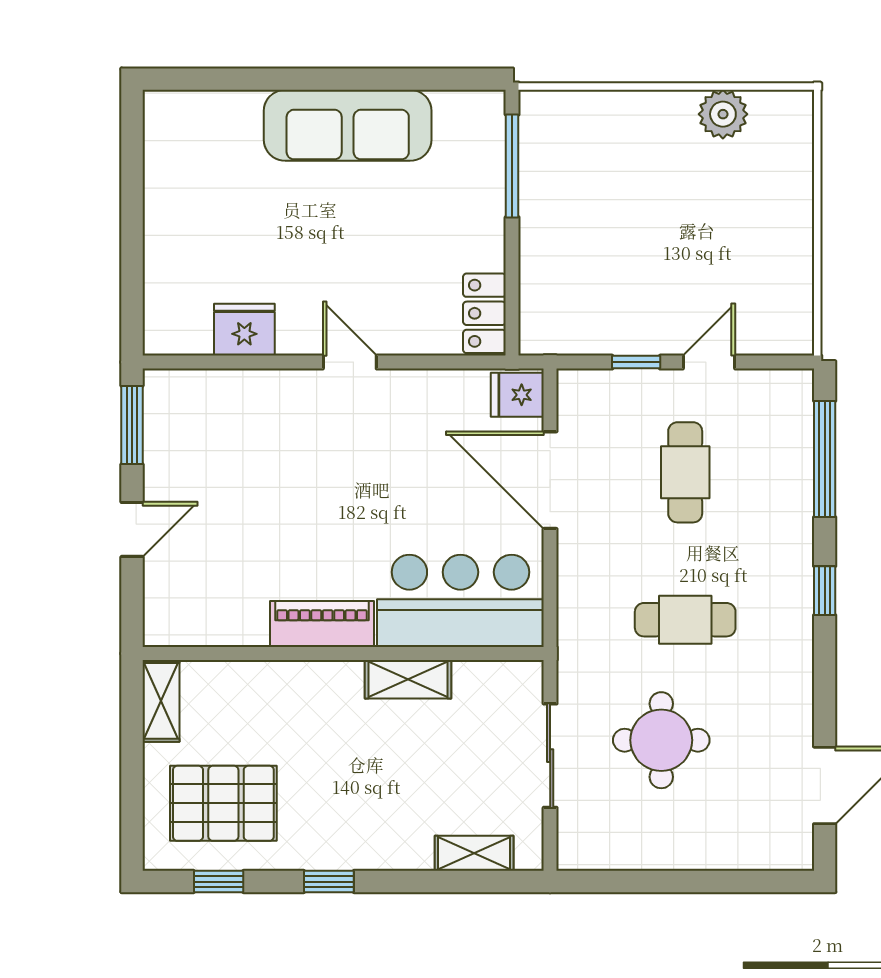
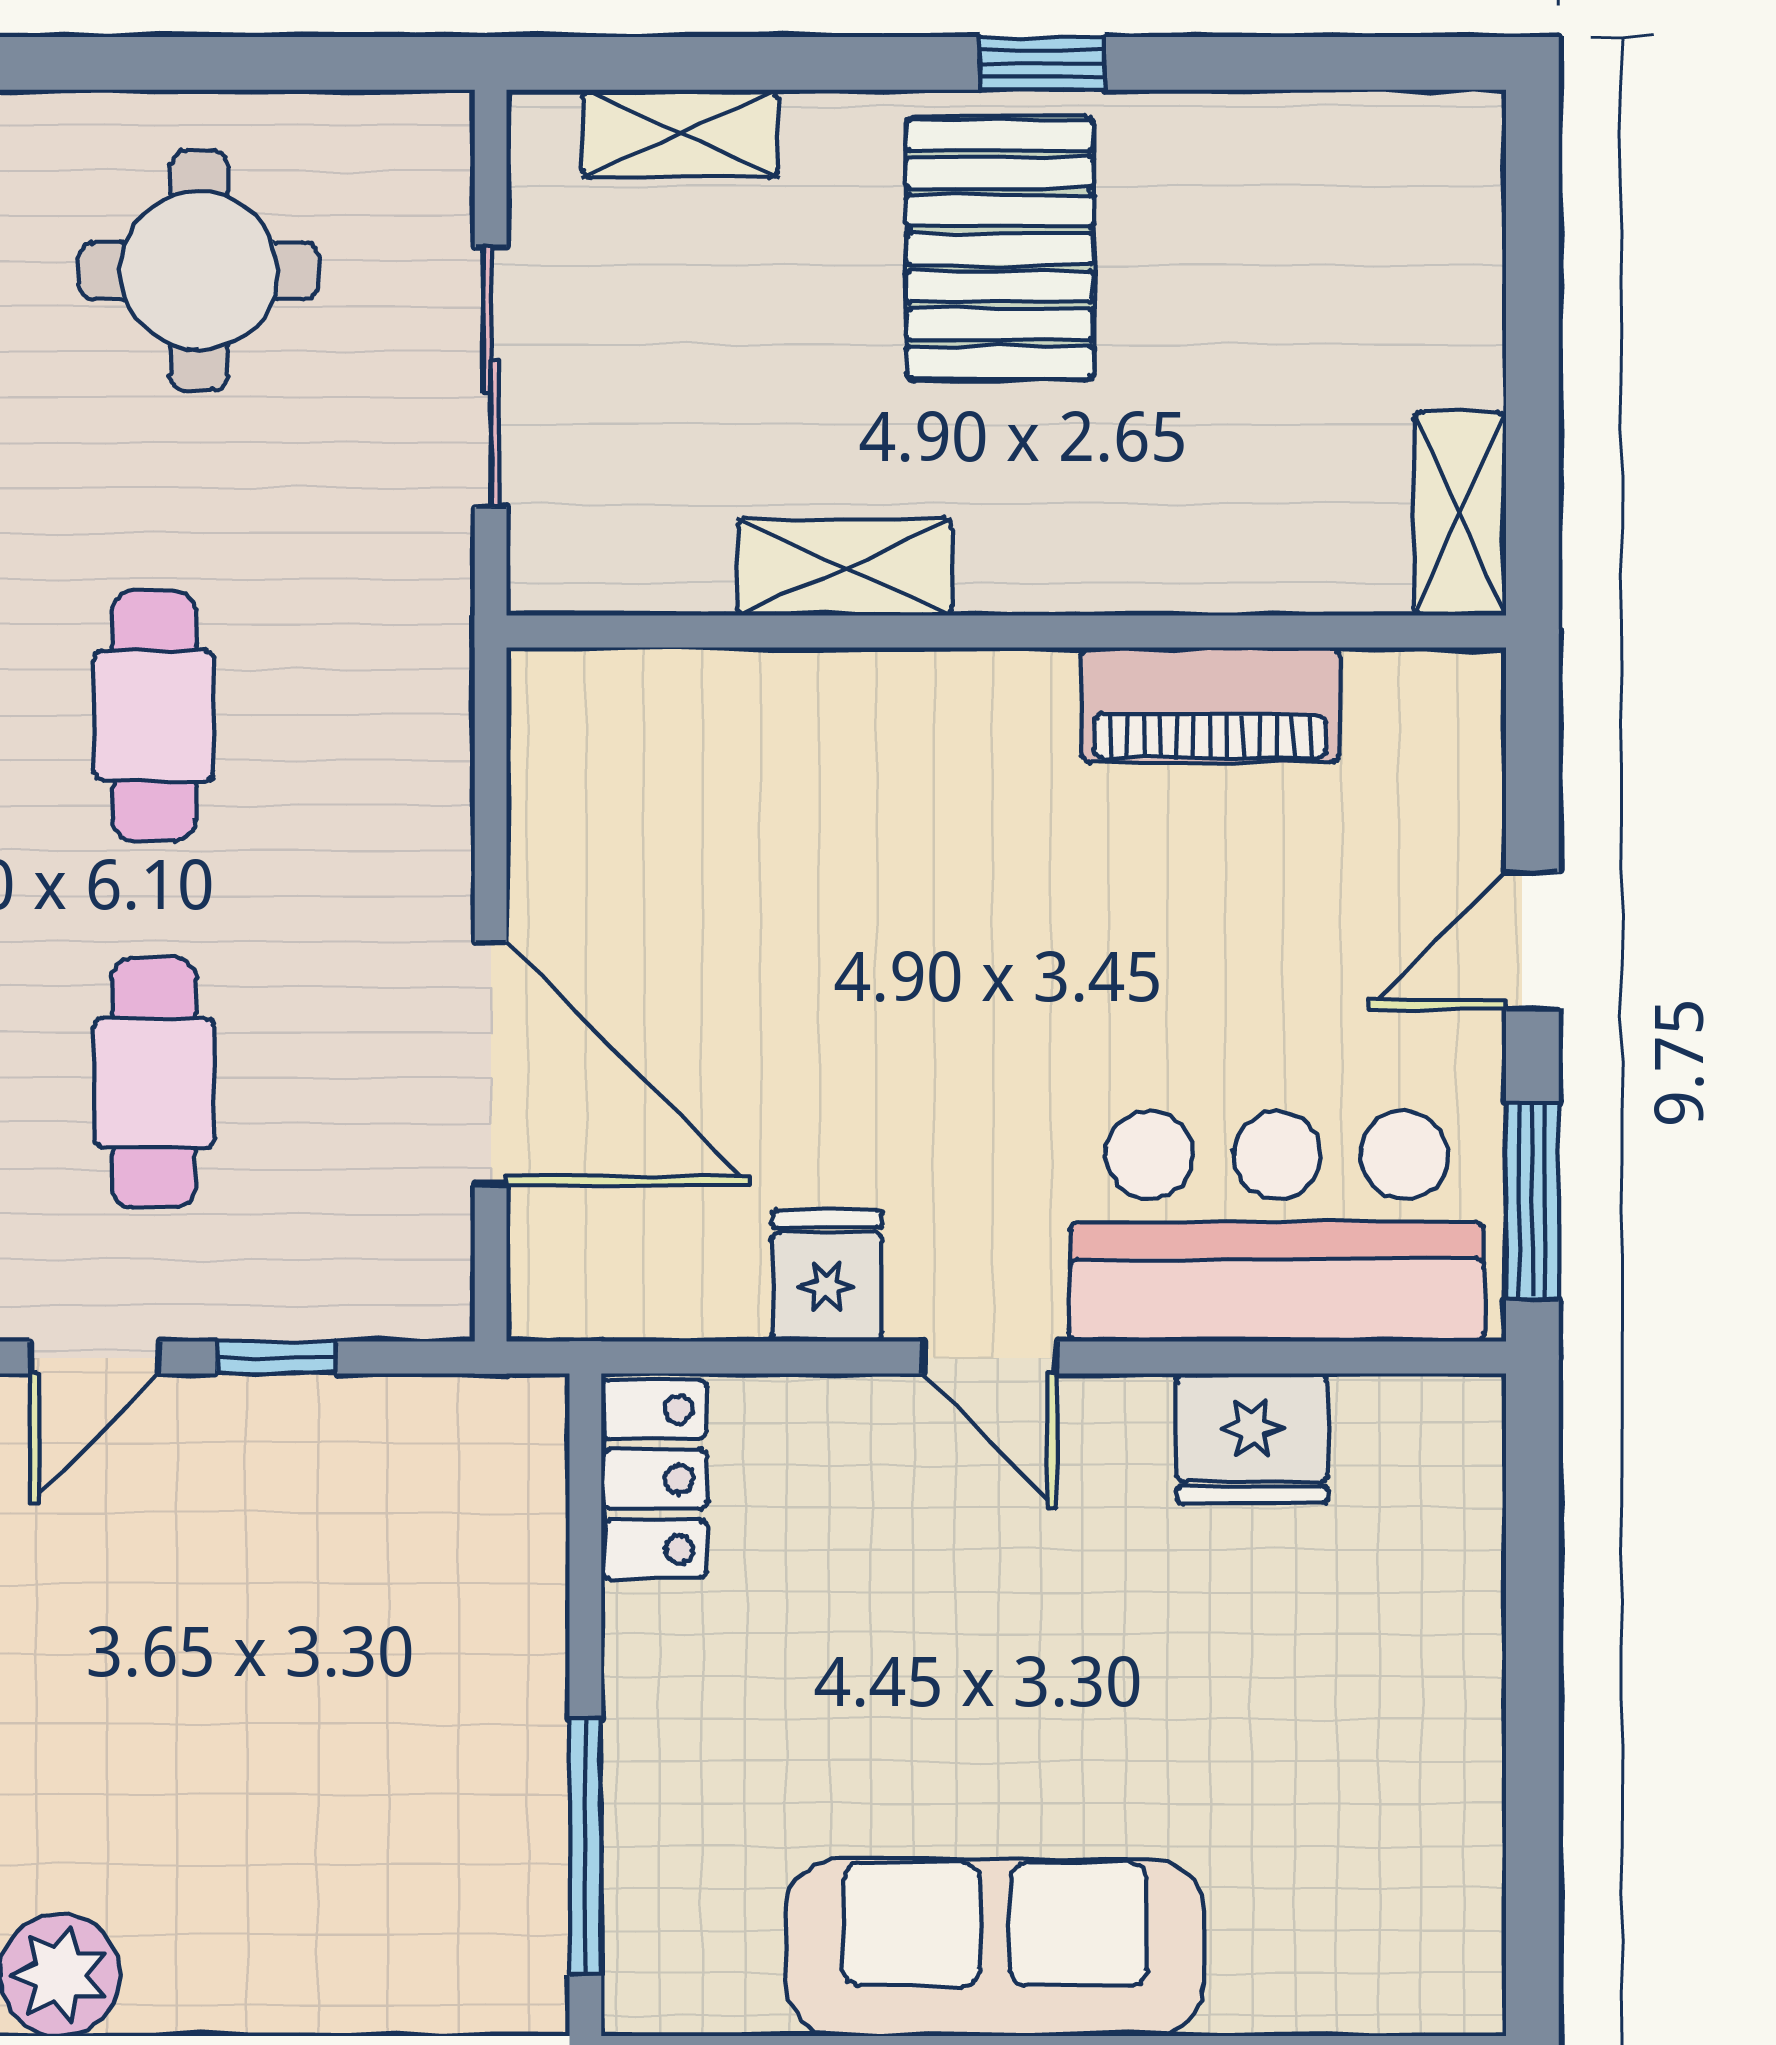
fridge: (517, 395) -> (827, 1276), moved, turned -90
bar counter: (460, 601) -> (1277, 1226), moved, turned 180
cafe table: (685, 620) -> (154, 716), turned 90
piano: (322, 624) -> (1210, 705), moved
round table: (661, 740) -> (199, 271), moved
pallet: (223, 803) -> (1000, 249), moved, turned 90
window: (219, 882) -> (1317, 63), removed

